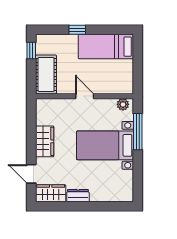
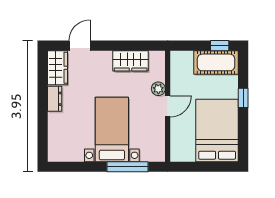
bed: (106, 47) -> (217, 130), width x1.50
cot: (46, 74) -> (216, 62), moved
plant: (123, 104) -> (158, 89), moved
wardrobe: (45, 141) -> (131, 61), moved

